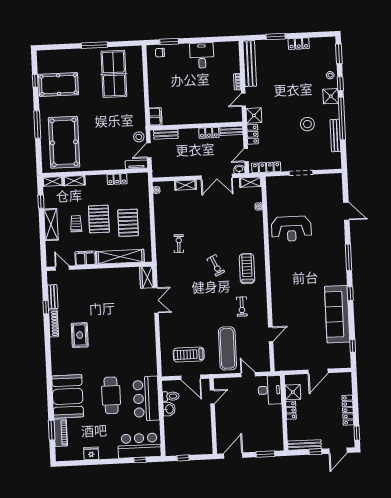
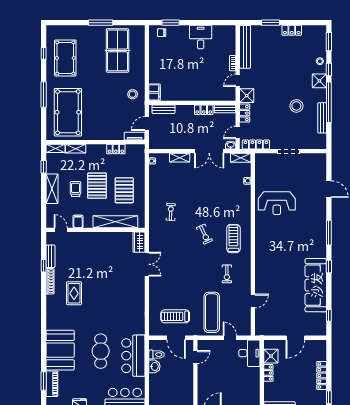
pool table: (59, 85) -> (65, 58), turned 90
stool: (139, 137) -> (133, 94), moved
filing cabinet: (85, 258) -> (78, 221), width x0.50

